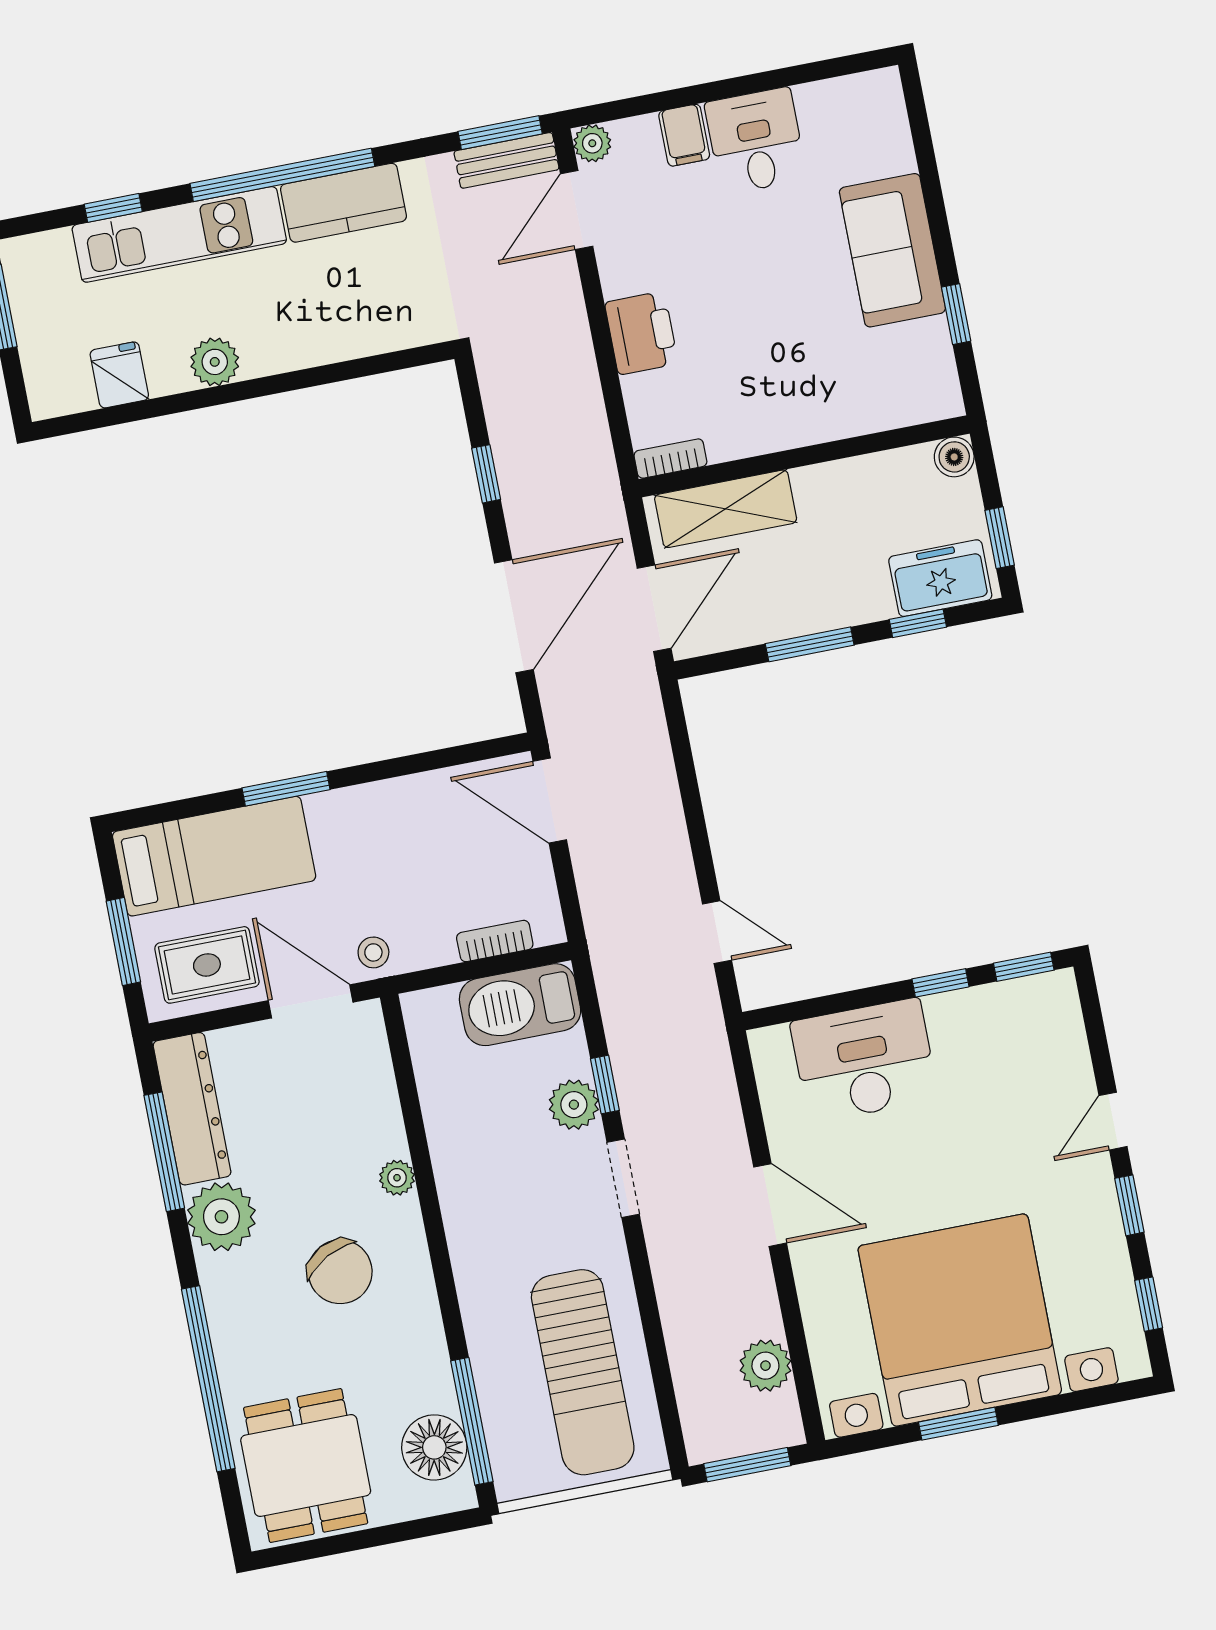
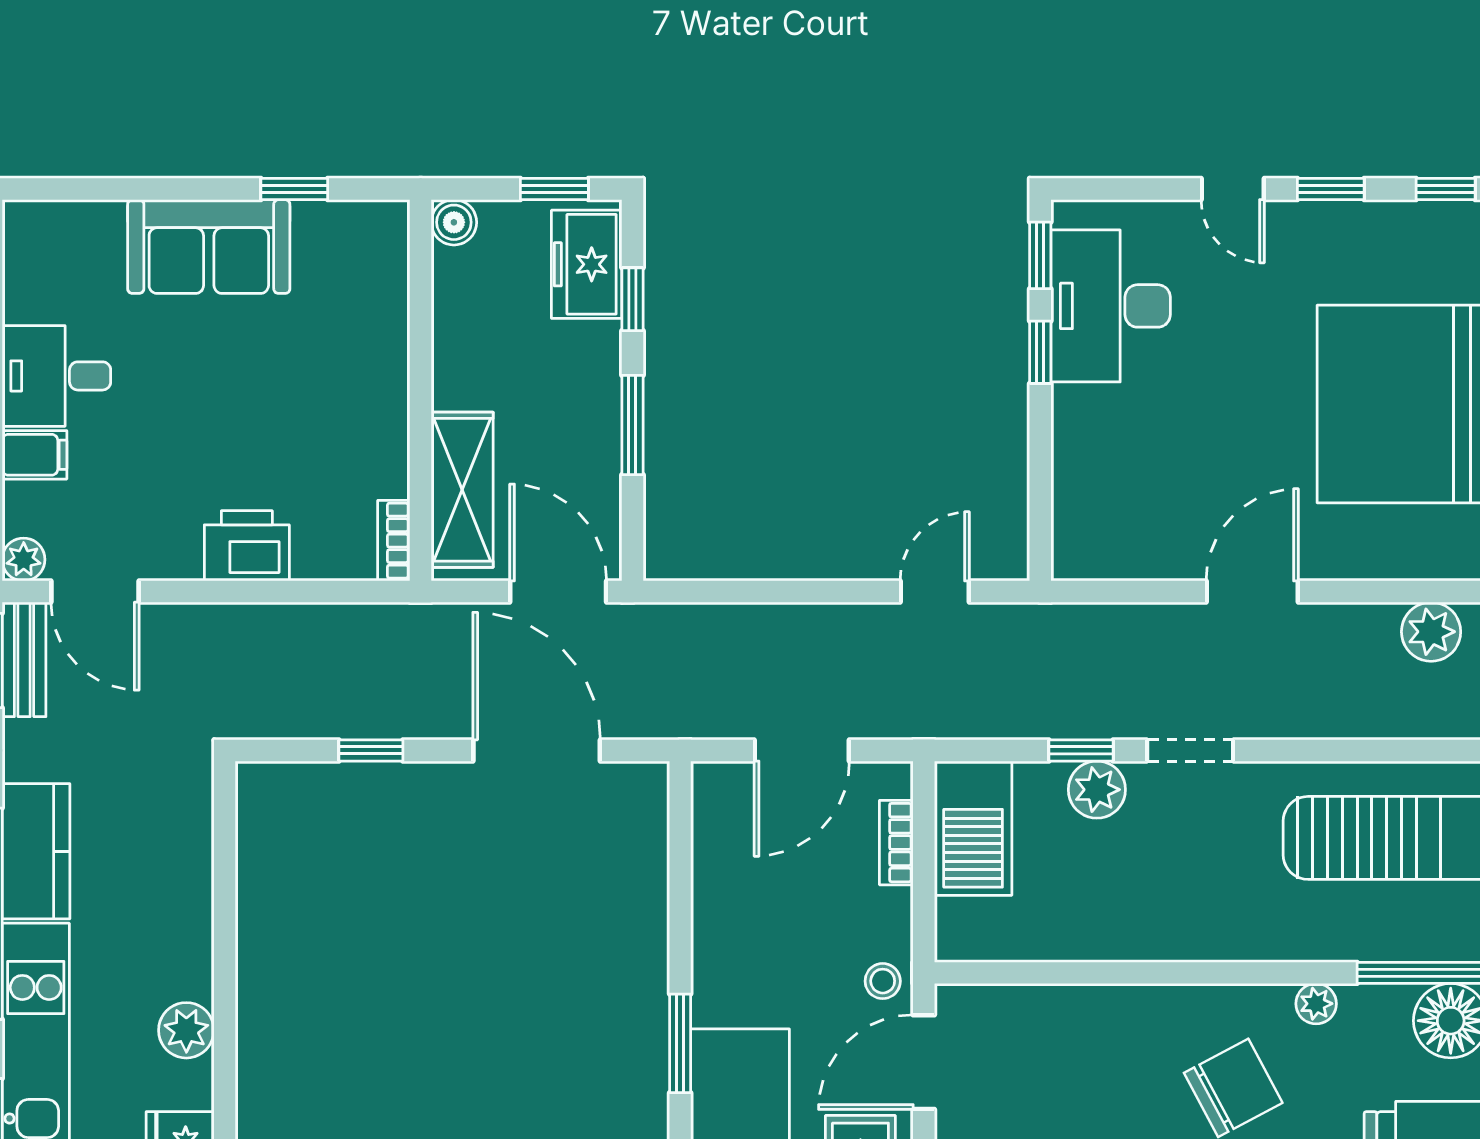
door: (550, 801) -> (802, 750), moved
desk: (864, 1060) -> (1111, 306), moved
plant: (397, 1178) -> (1316, 1004), moved

